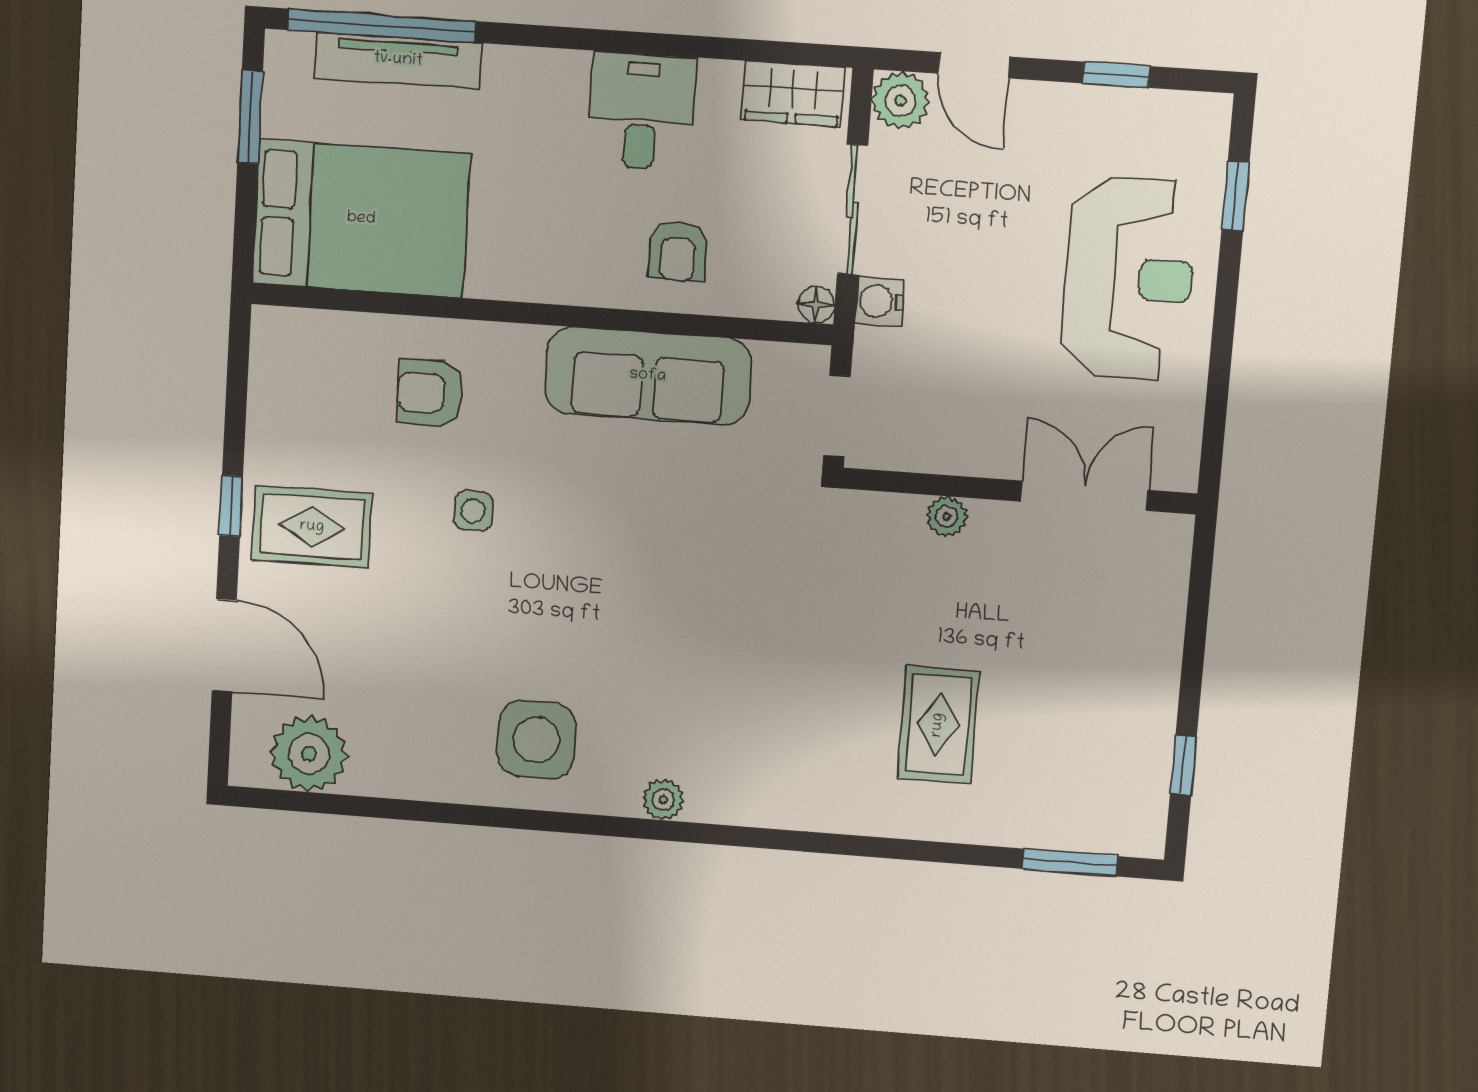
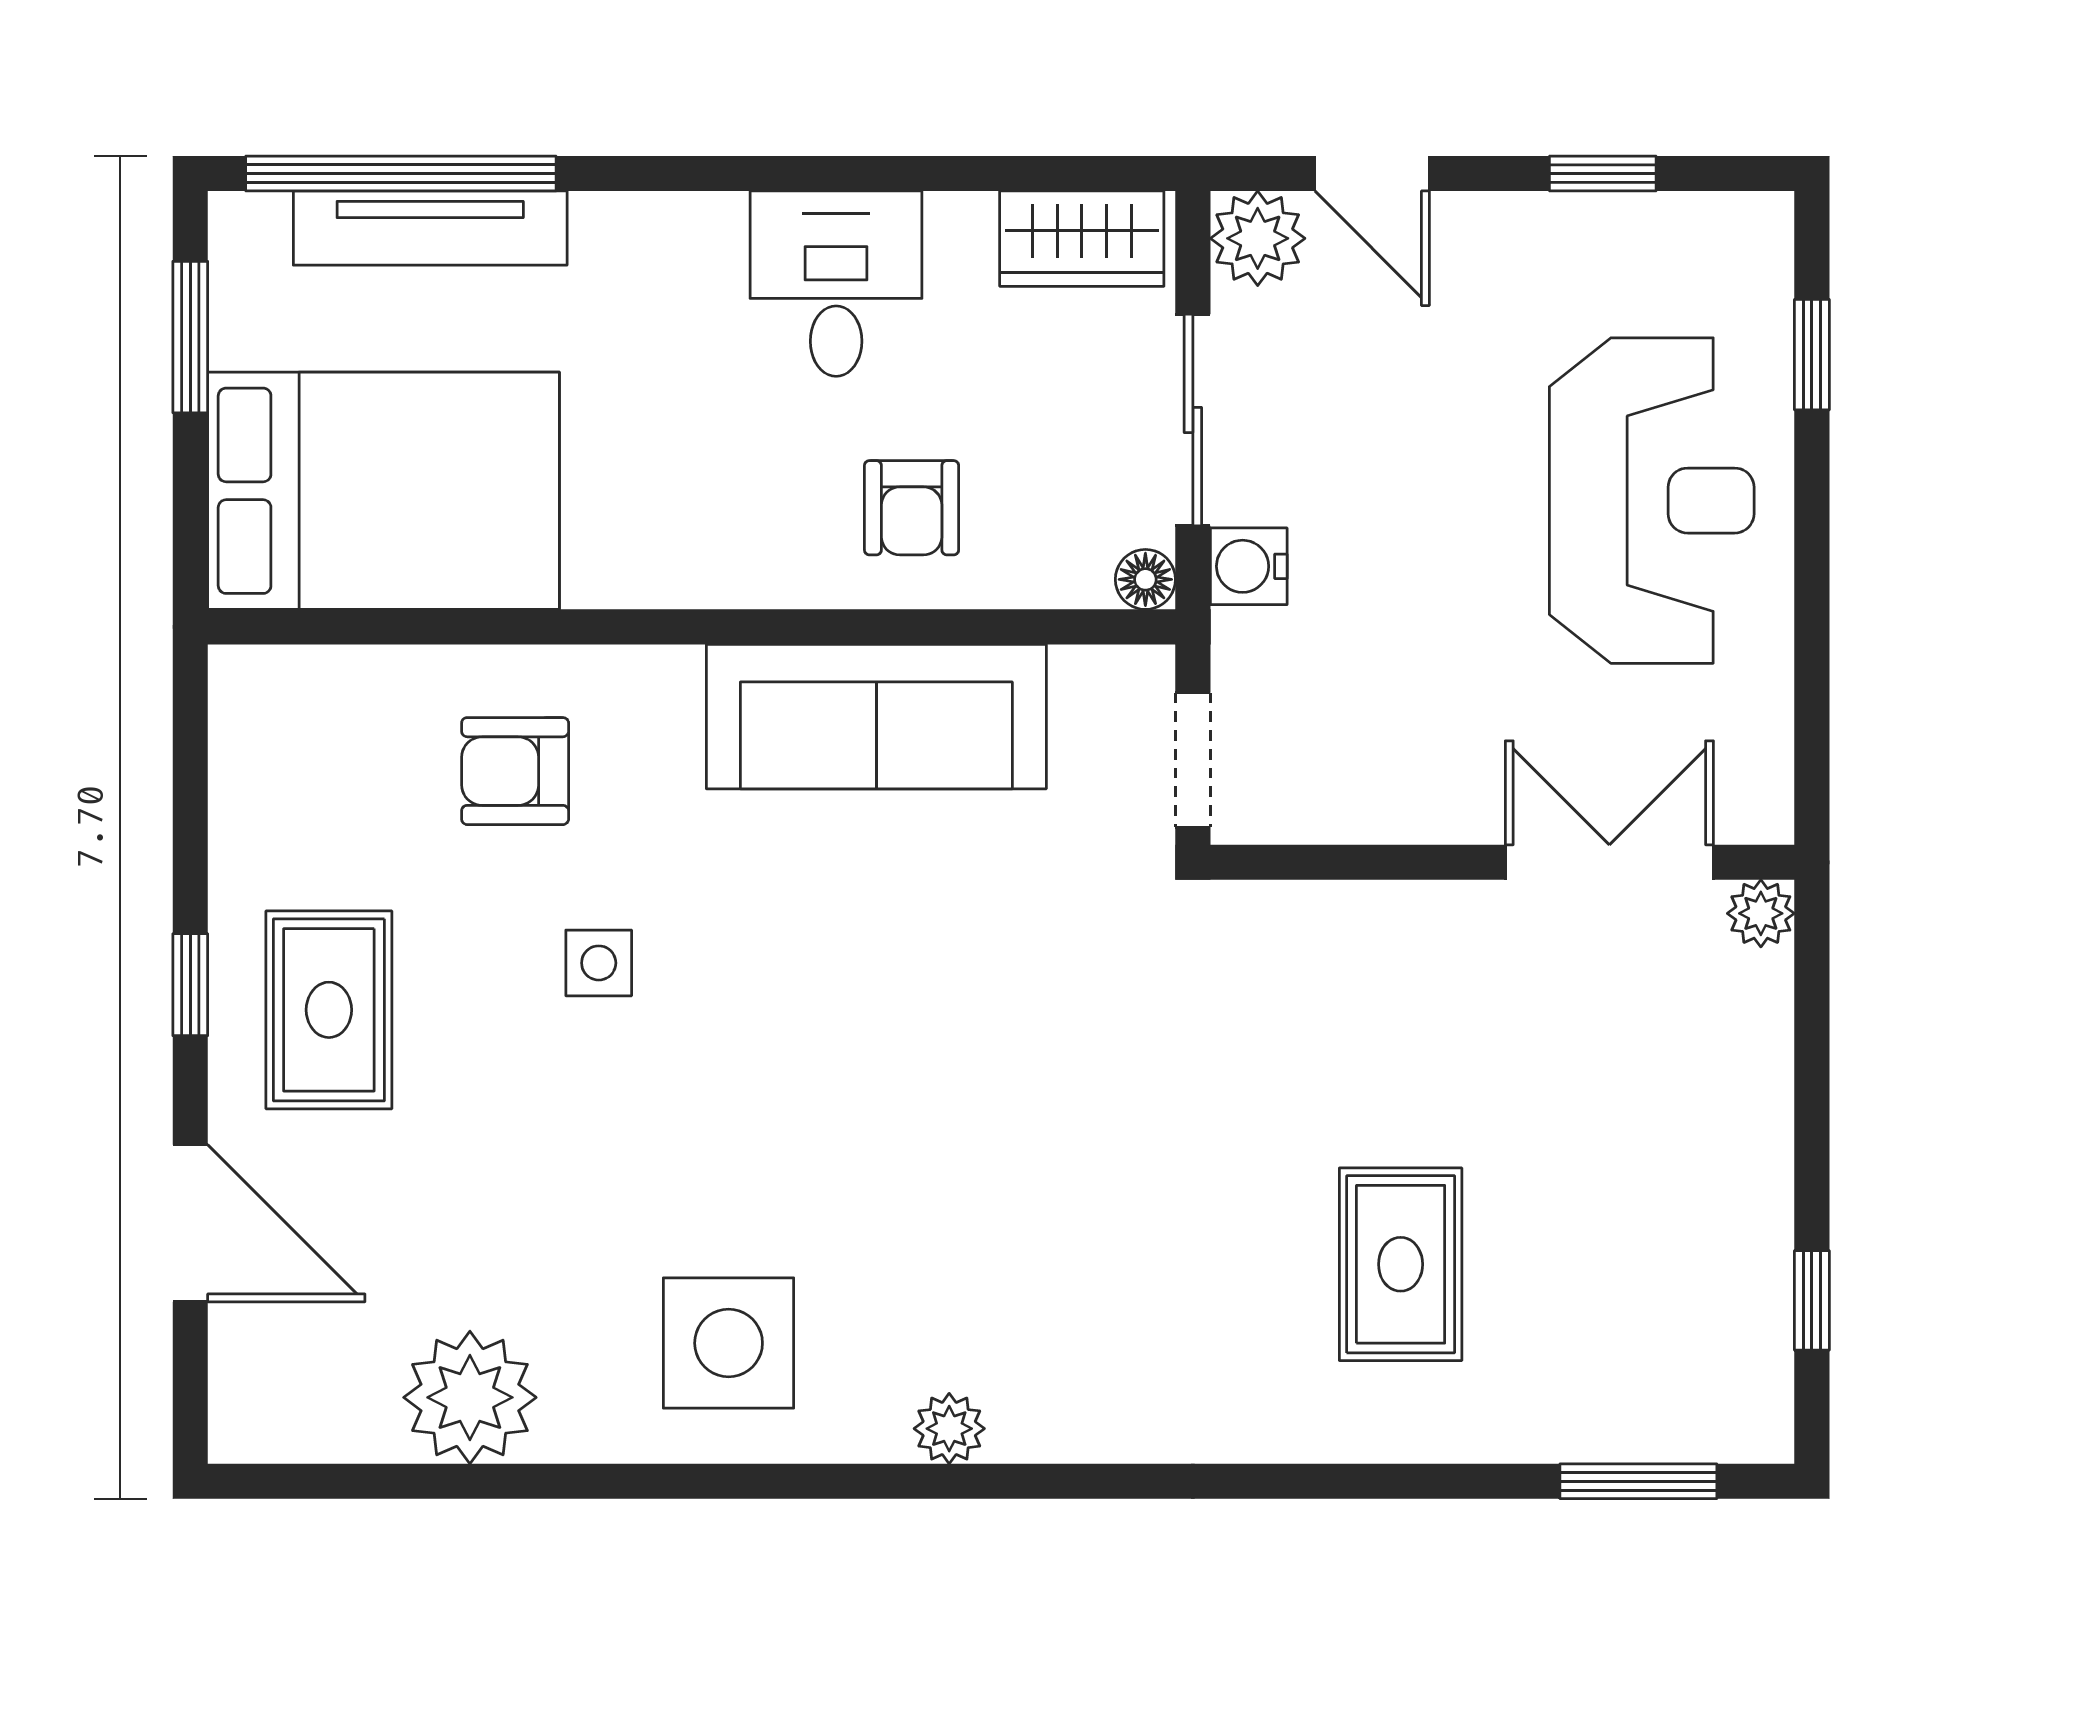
plant: (947, 516) -> (1761, 913), moved
rug: (312, 527) -> (329, 1010), turned 90
plant: (309, 754) -> (470, 1397), moved

